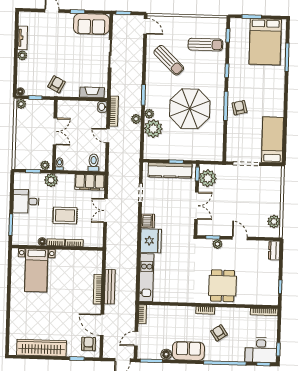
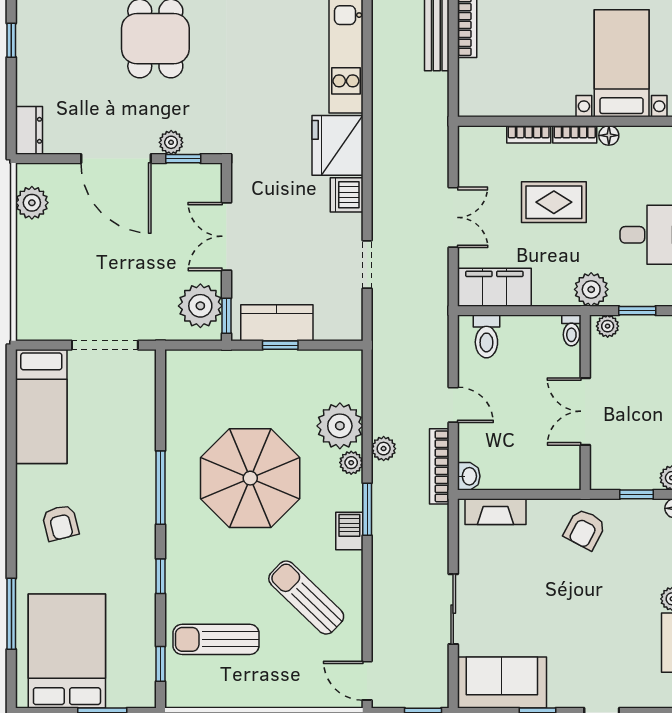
barbecue: (151, 86) -> (349, 531), added
armchair: (239, 108) -> (60, 523), moved
kitchen counter: (170, 170) -> (277, 323), width x0.67
door: (240, 238) -> (116, 159), width x1.87

